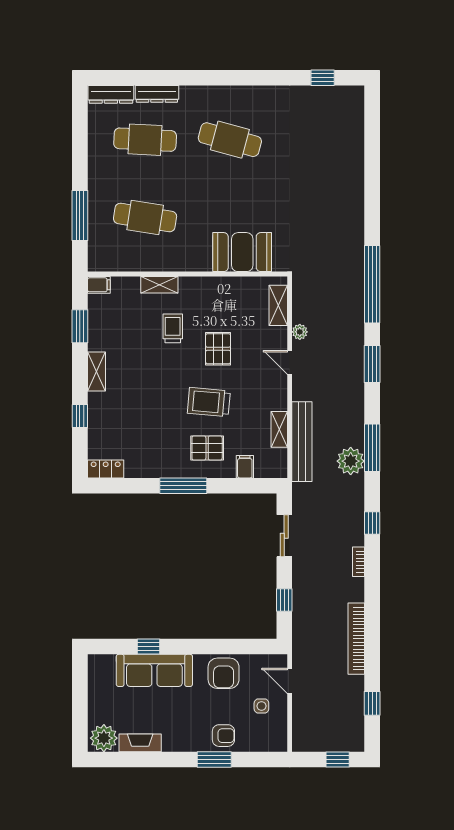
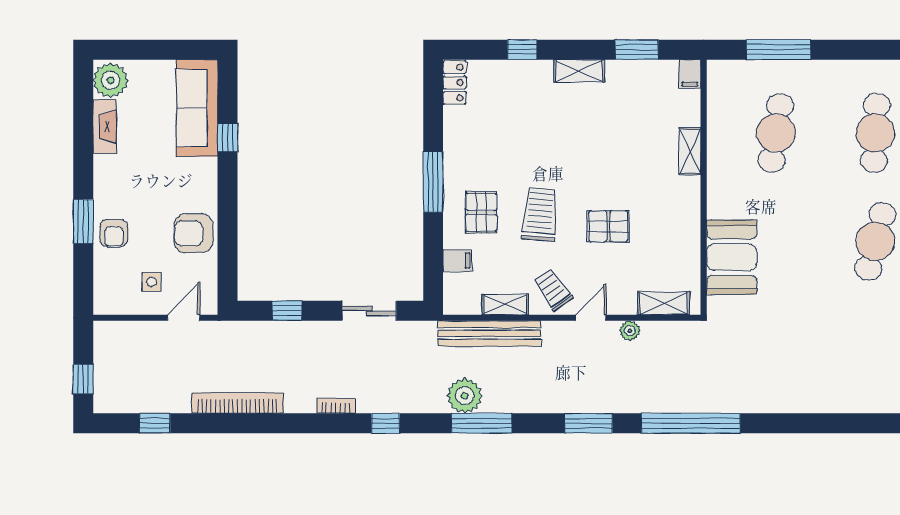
trolley: (173, 328) -> (553, 290), moved, turned -125
sofa: (154, 670) -> (197, 108), moved

